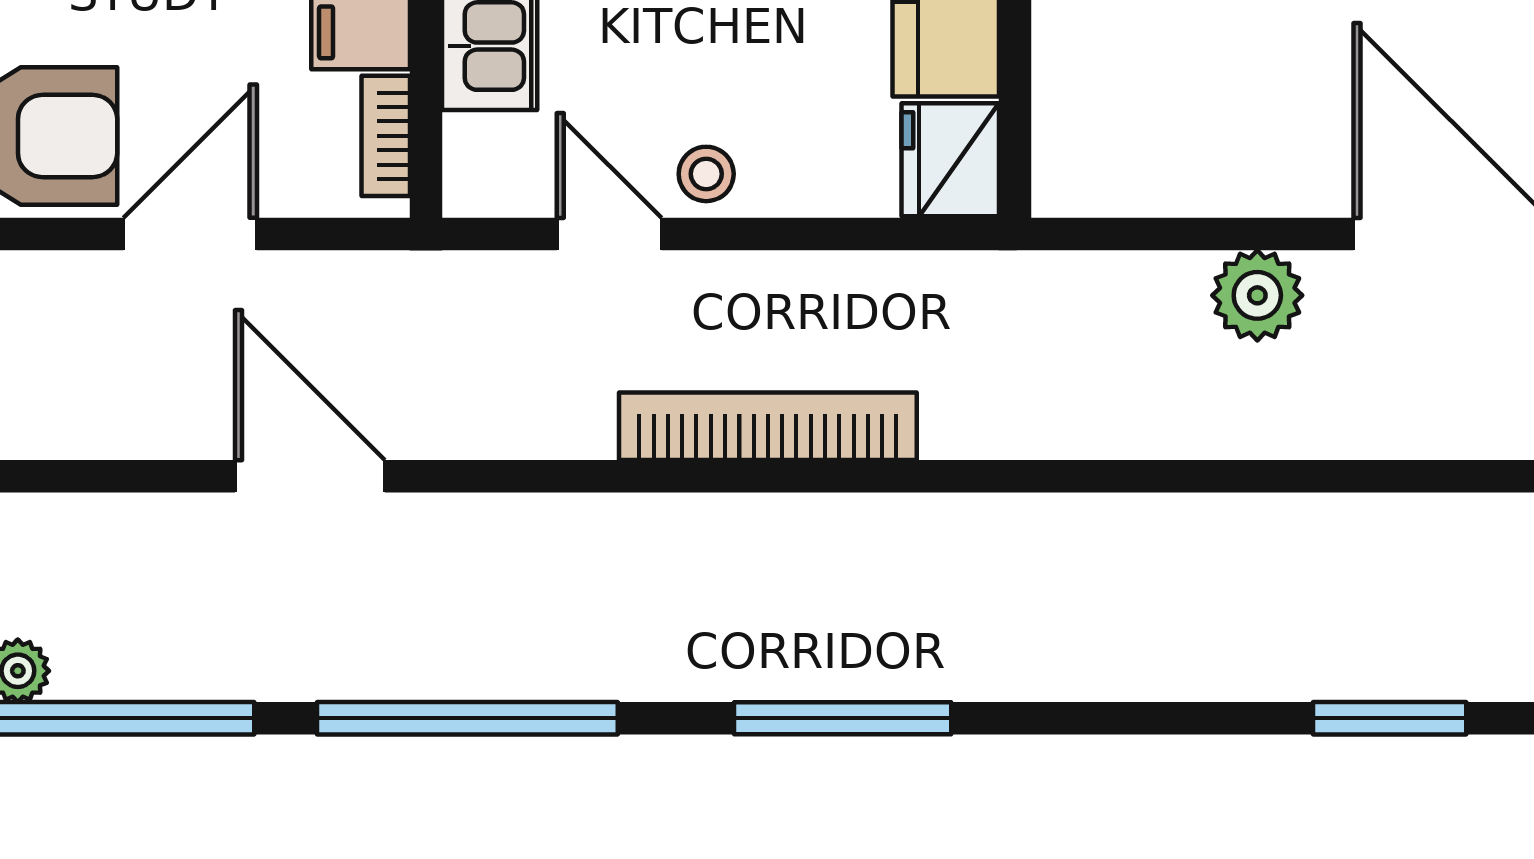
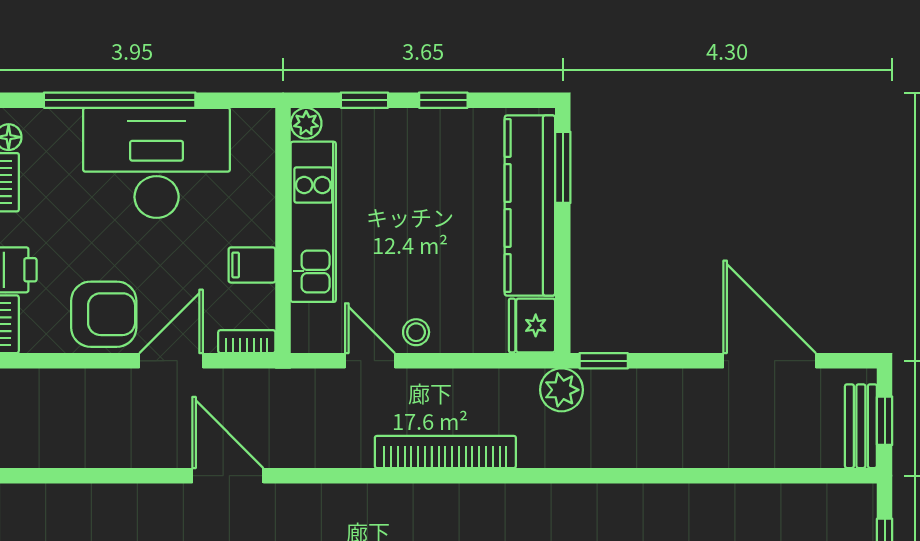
bookcase: (386, 136) -> (247, 342), moved, turned 90
window: (1101, 234) -> (604, 361), added
plant: (1257, 295) -> (562, 390), moved

